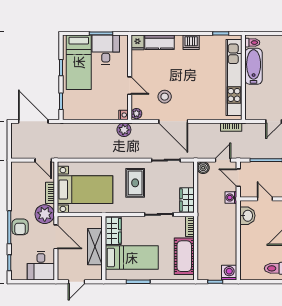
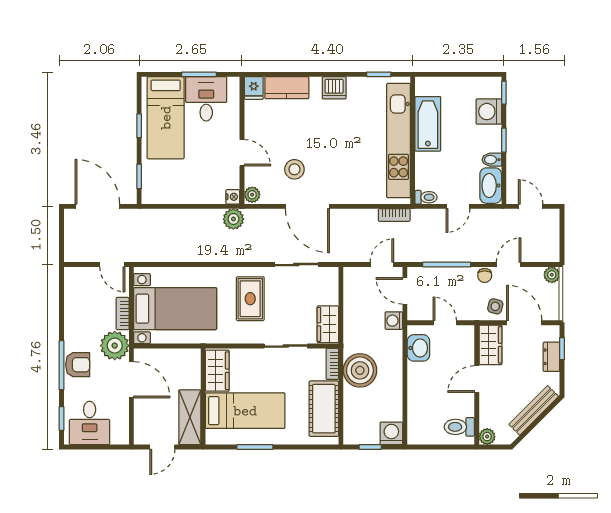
toilet: (252, 43) -> (426, 197), moved
boiler: (203, 168) -> (360, 370), moved, width x1.86, depth x1.86
armchair: (20, 227) -> (78, 365), turned -90
shelving: (95, 247) -> (190, 417), moved
desk: (41, 266) -> (90, 423), moved

